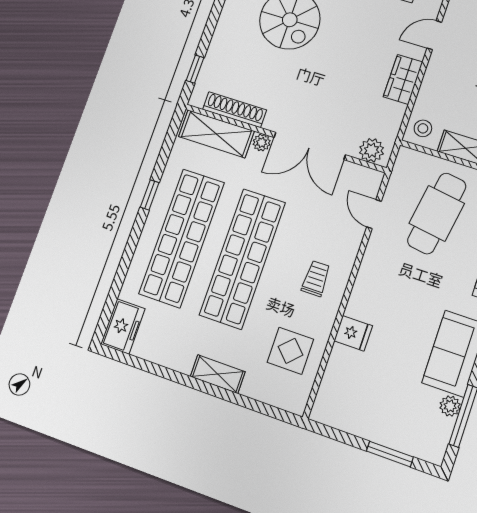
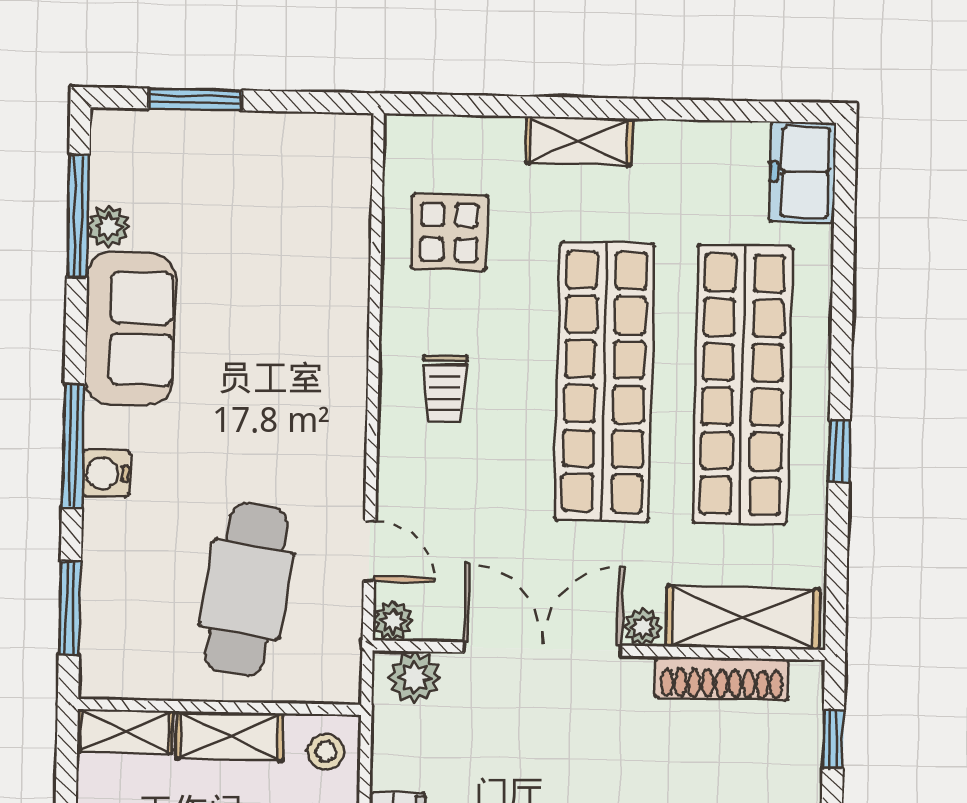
plant: (373, 179) -> (393, 621), added
fridge: (353, 333) -> (337, 305), removed

